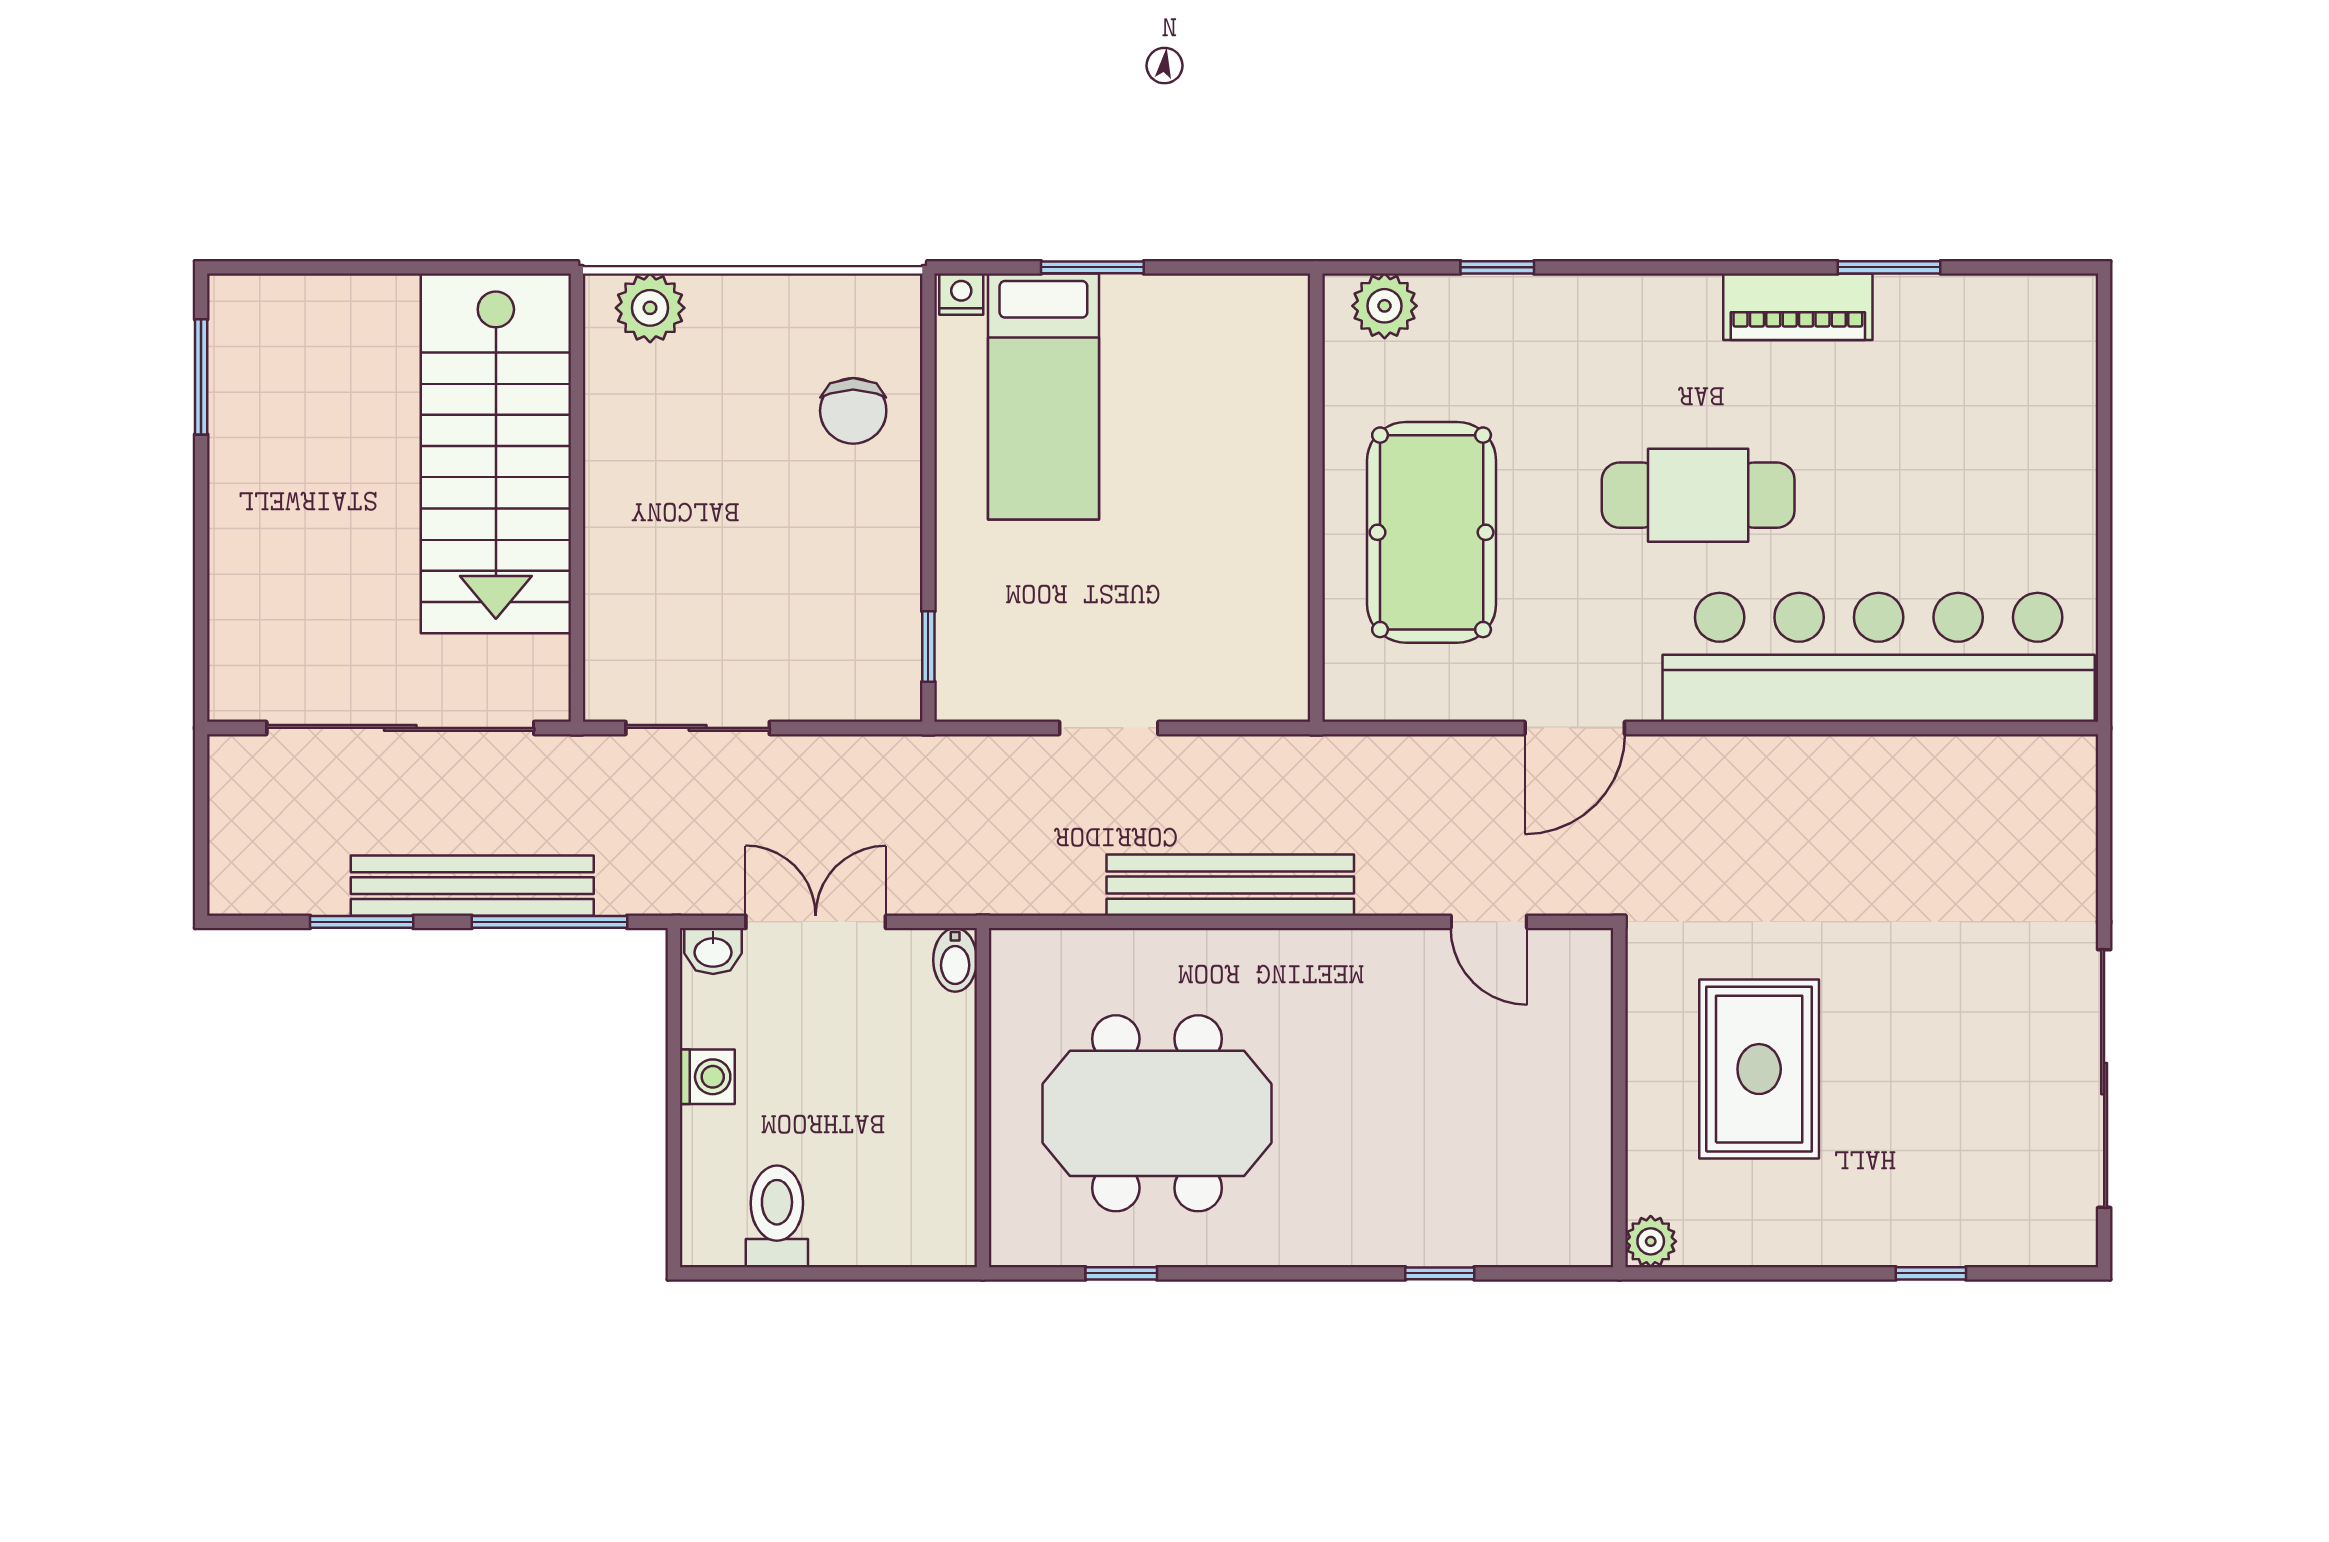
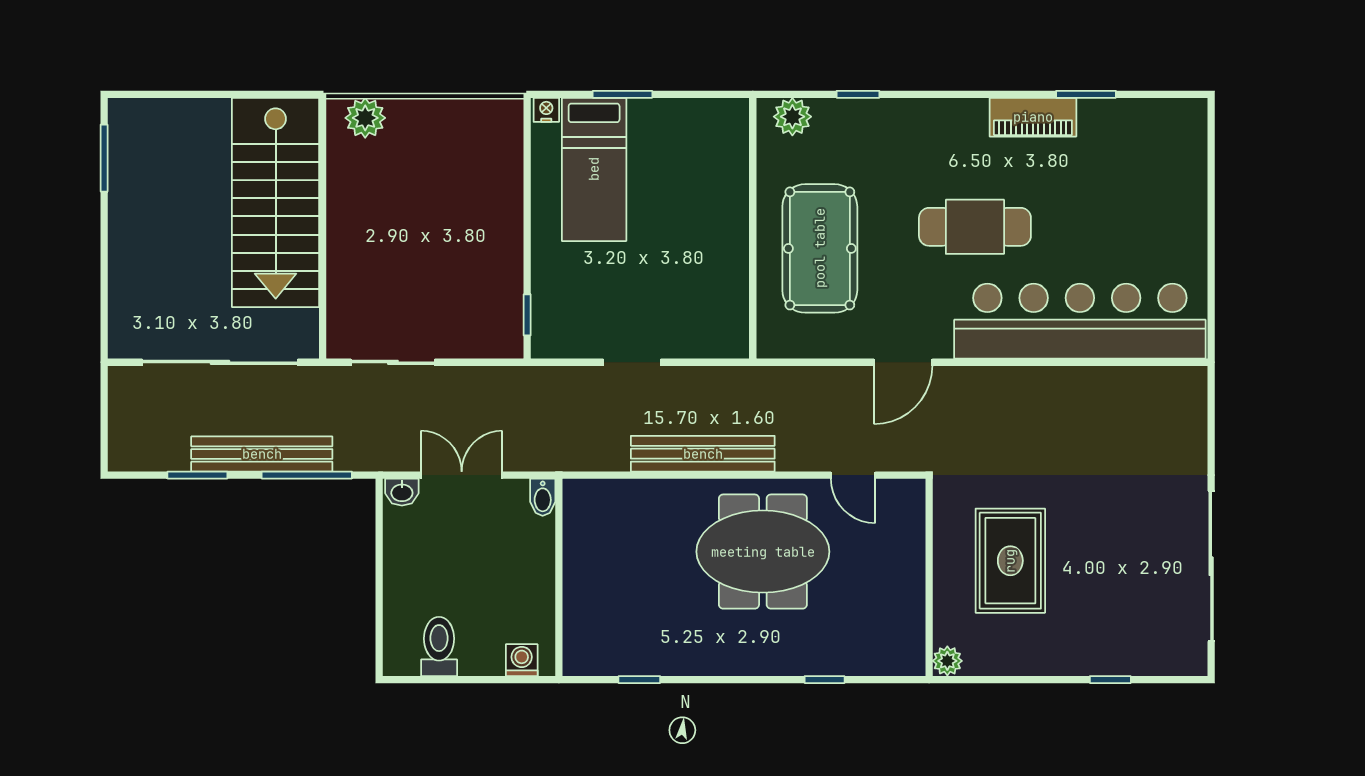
chair: (853, 411) -> (483, 178), removed
washing machine: (707, 1077) -> (522, 660), moved, turned -90
meeting table: (1157, 1113) -> (763, 552), moved

